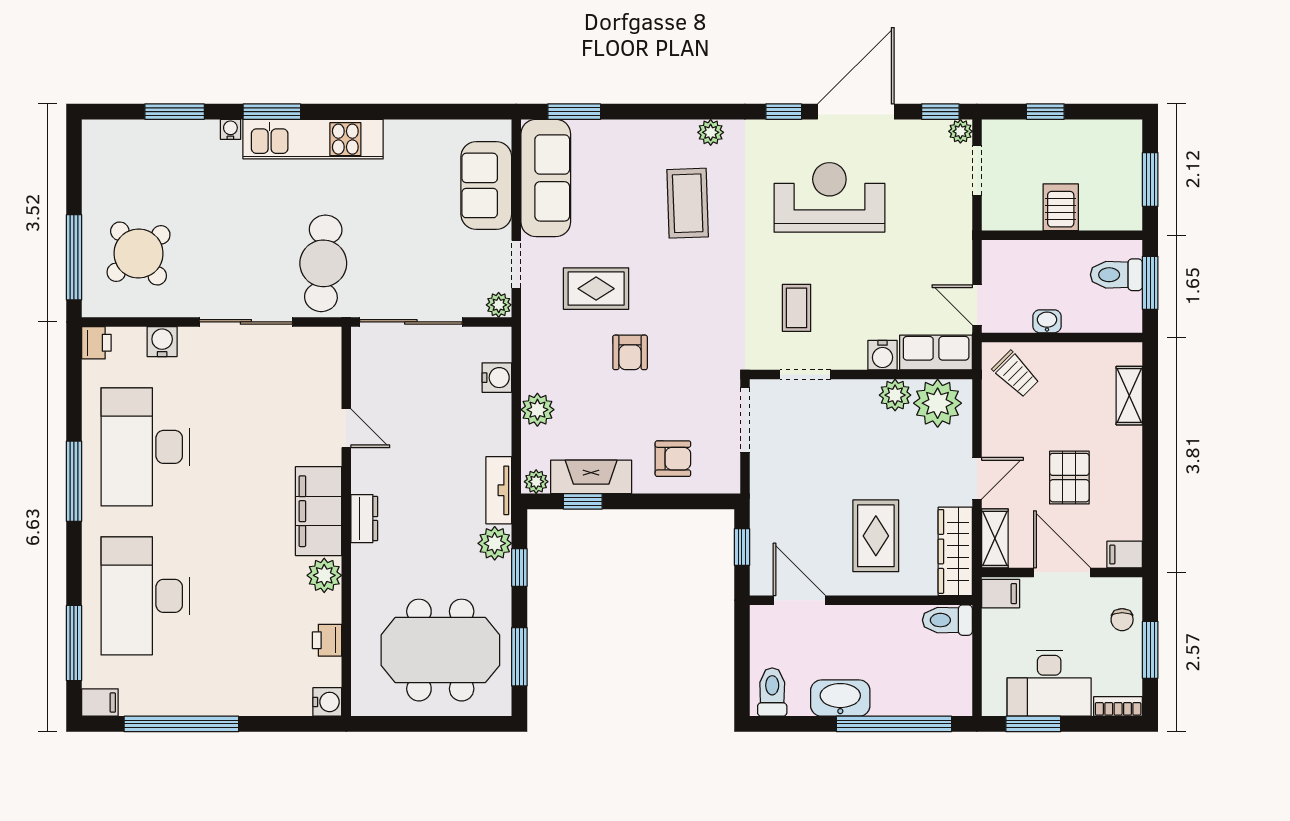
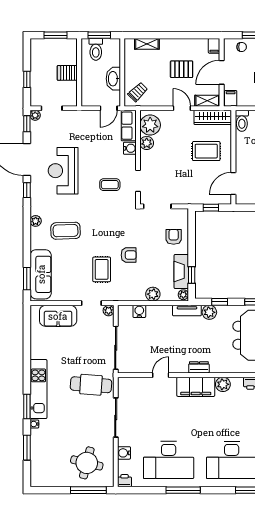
sofa: (546, 178) -> (41, 274), moved, turned 90
round table: (139, 254) -> (87, 463), turned -36
washbasin: (1047, 321) -> (113, 79), width x1.91, depth x1.45

